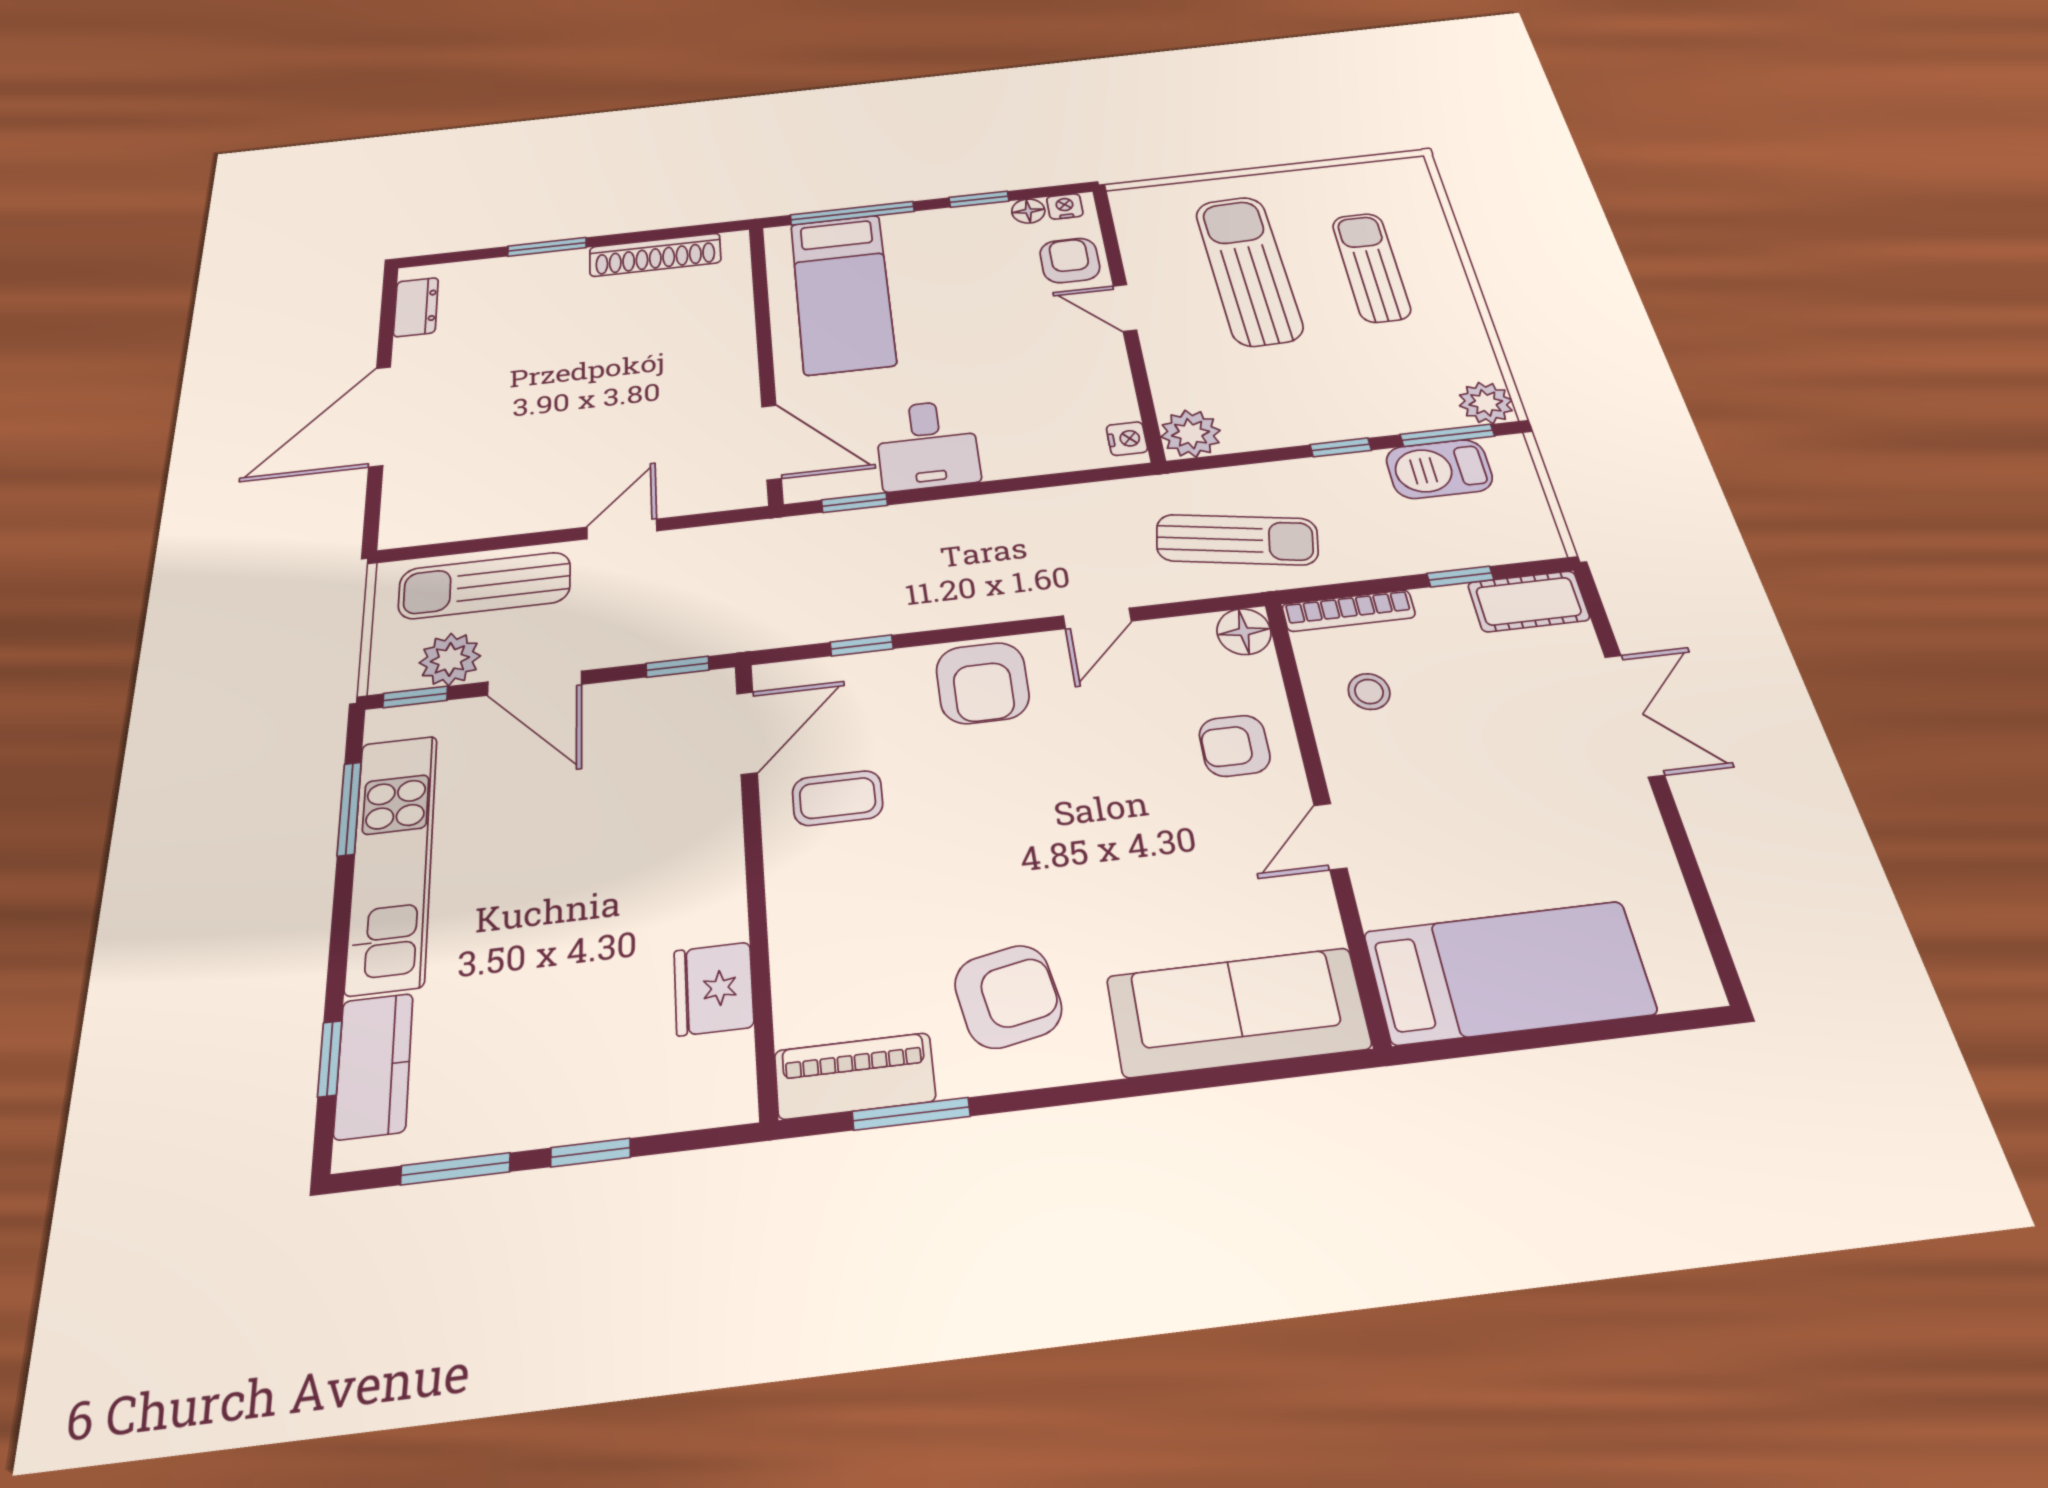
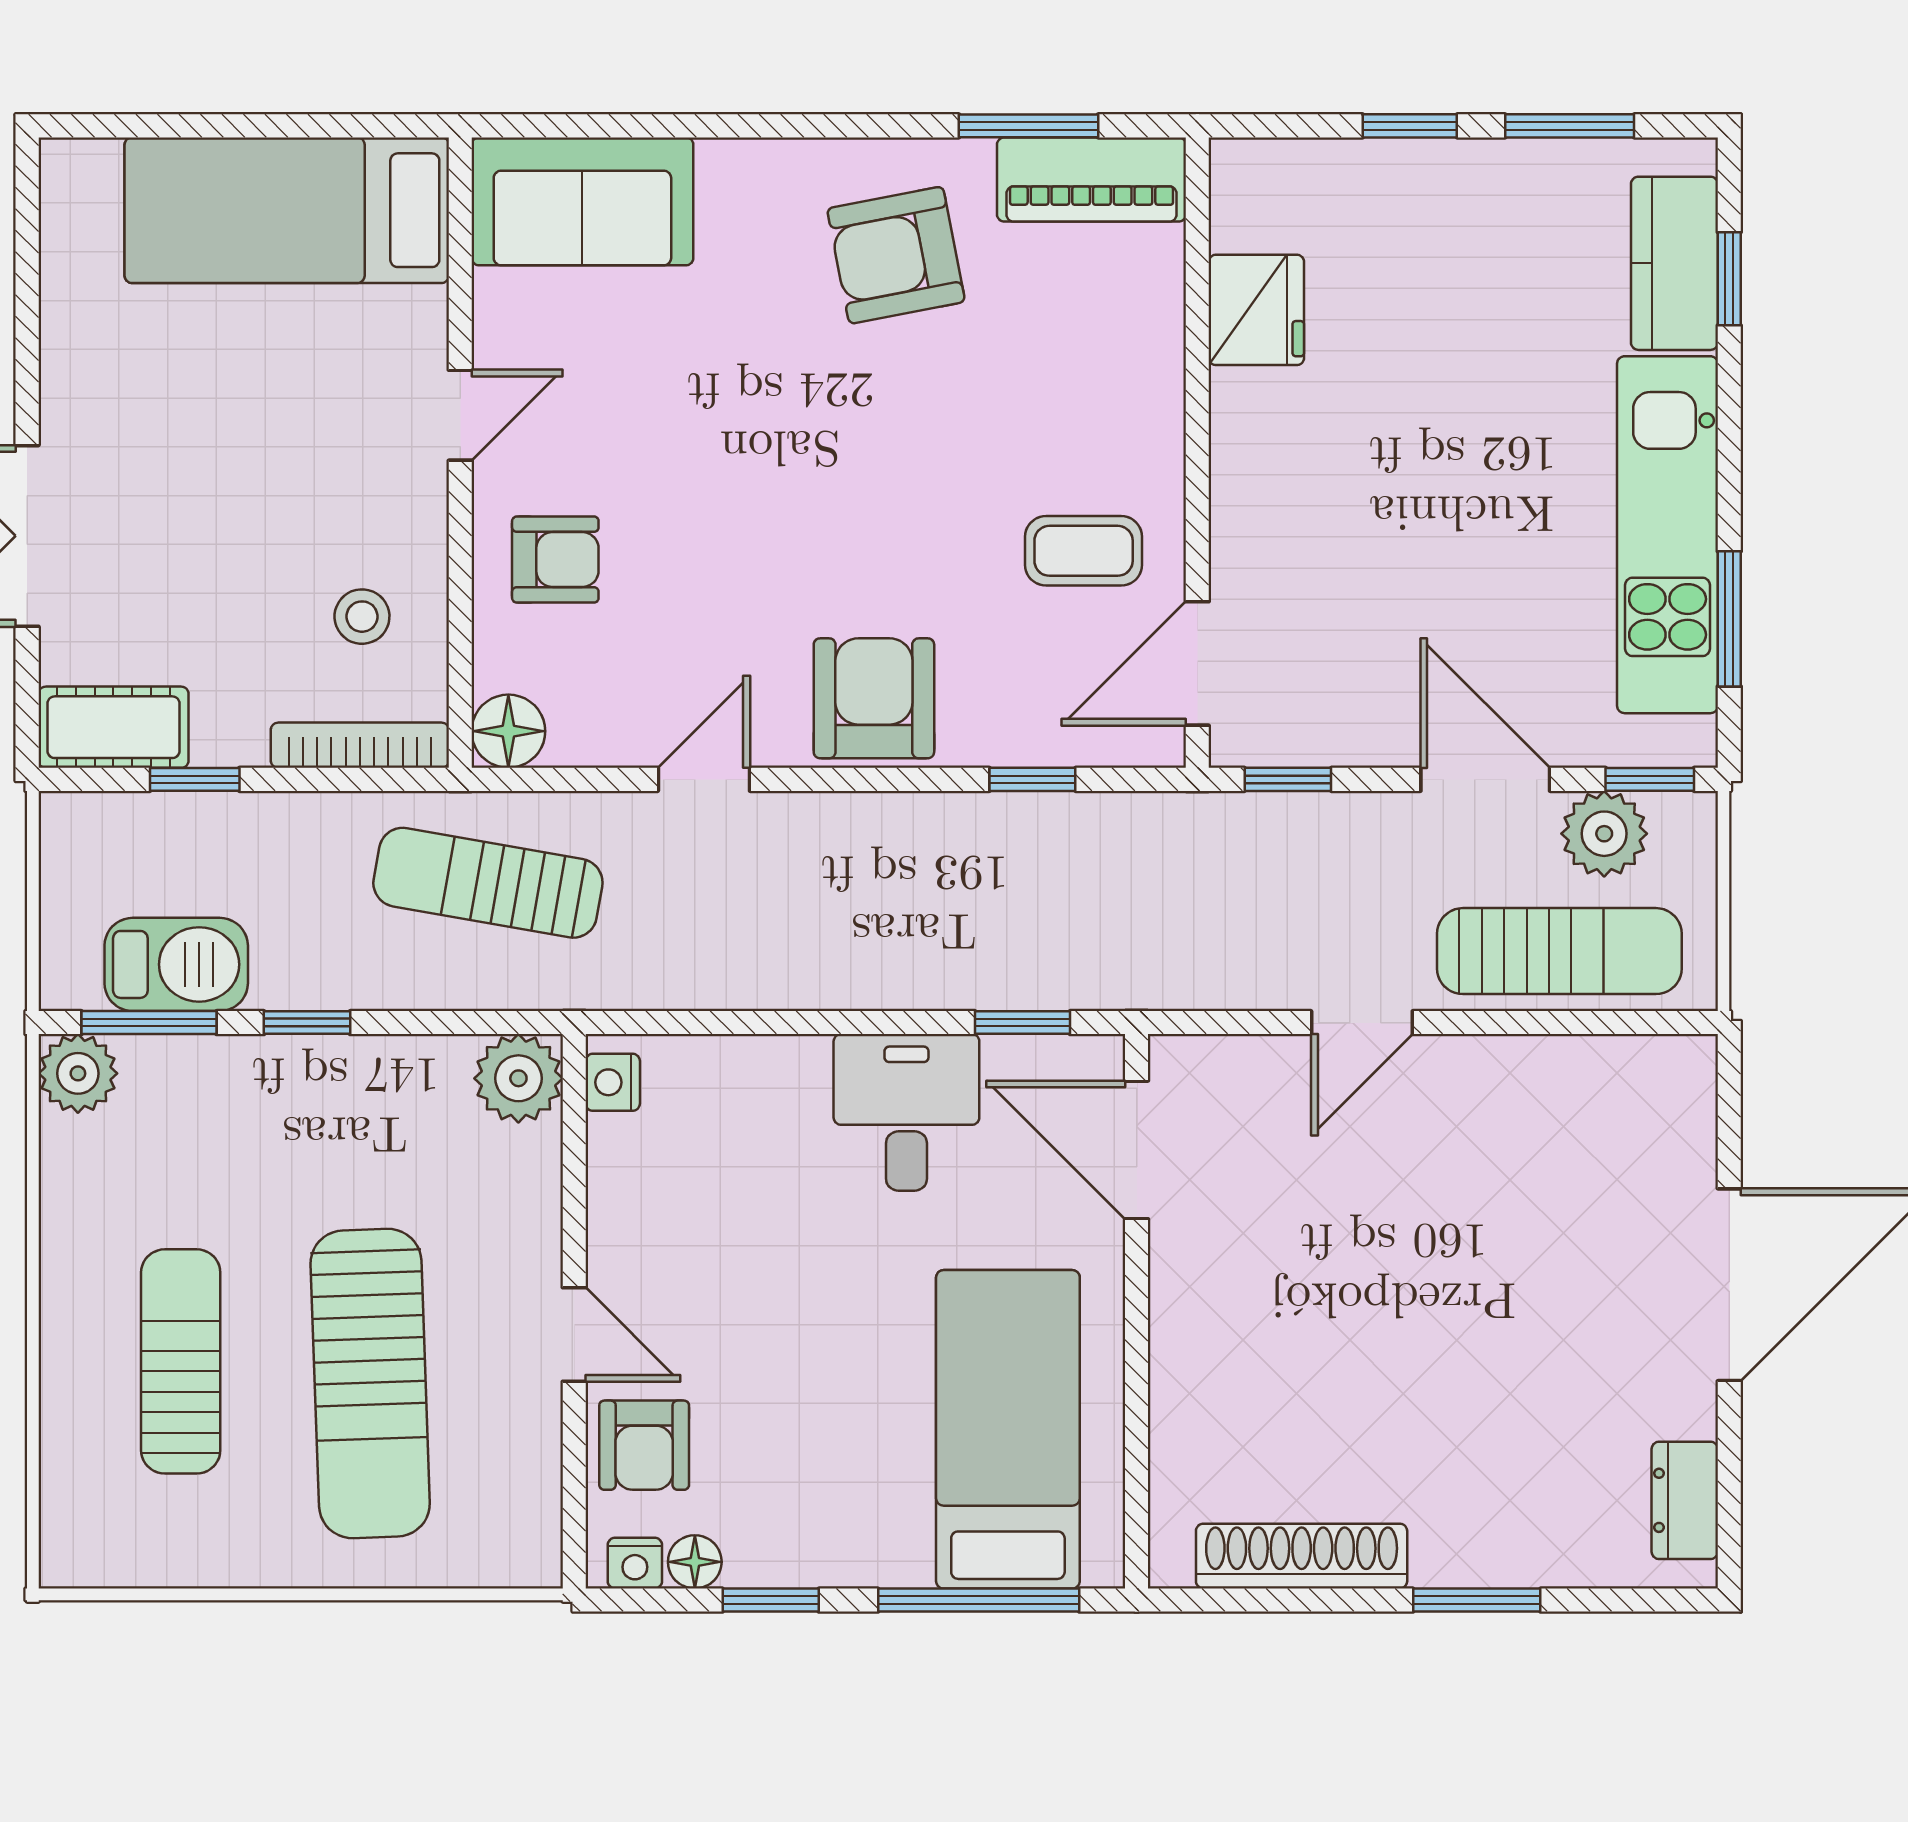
sun lounger: (1371, 267) -> (181, 1361), turned 180
sofa: (1238, 1012) -> (582, 201), width x0.73

